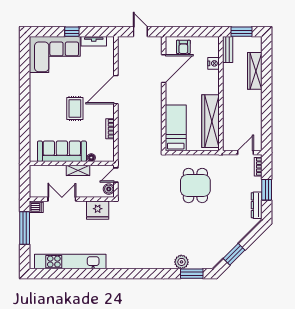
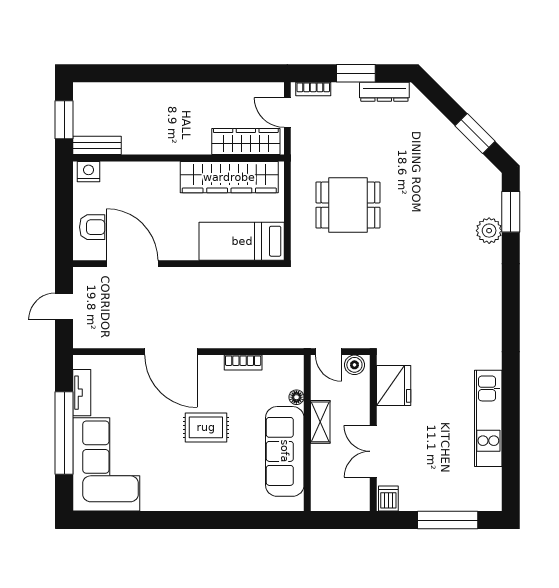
window: (72, 32) -> (64, 433), width x3.17
nightstand: (213, 63) -> (89, 172), moved
wardrobe: (255, 71) -> (246, 142), moved, turned 180
window: (25, 228) -> (448, 520), moved
kitchen unit: (70, 262) -> (488, 418), width x0.73

